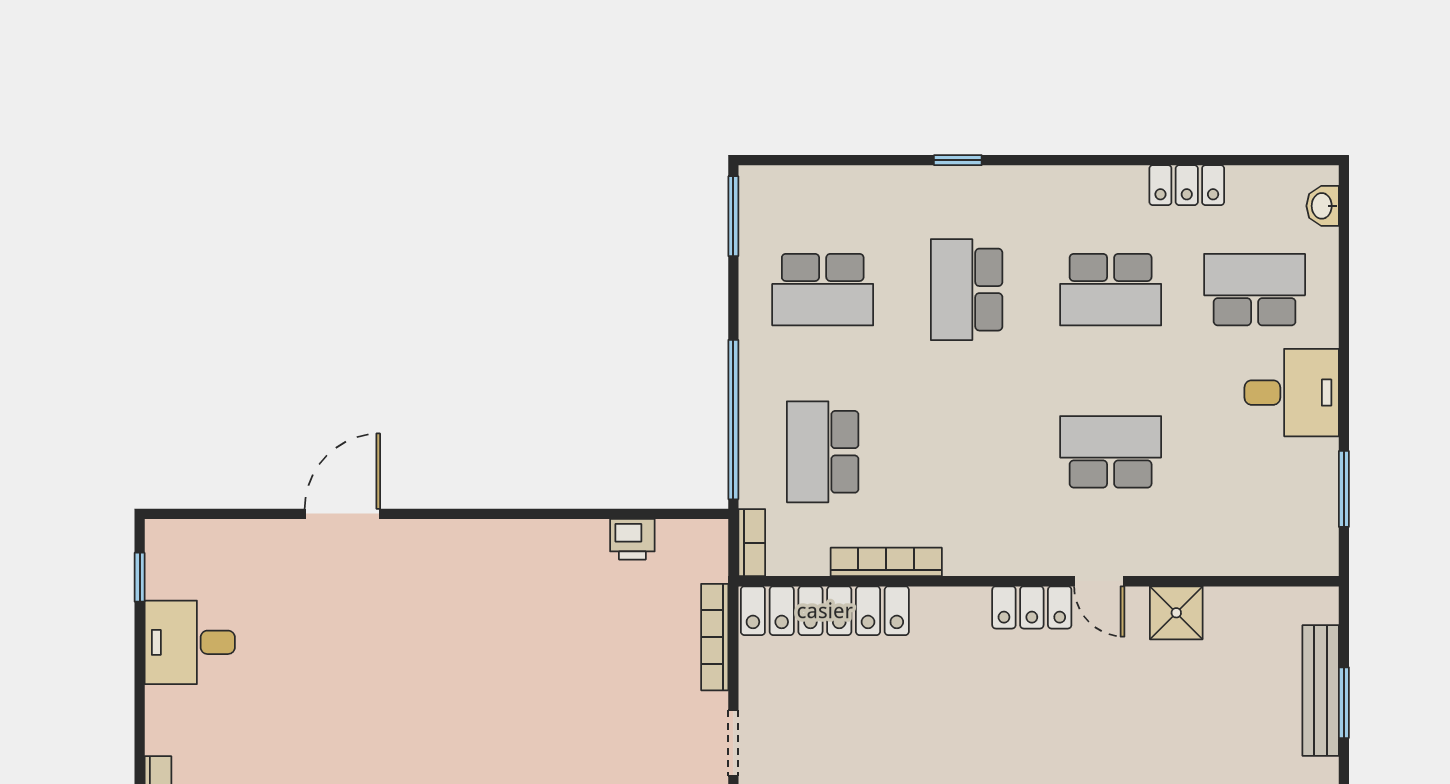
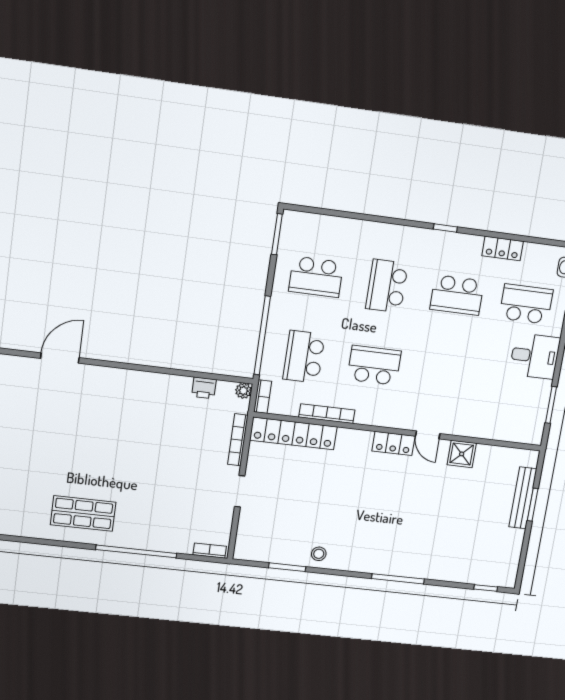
window: (958, 160) -> (445, 228), moved
school desk: (1111, 452) -> (374, 365), moved
plant: (712, 535) -> (243, 391), added

